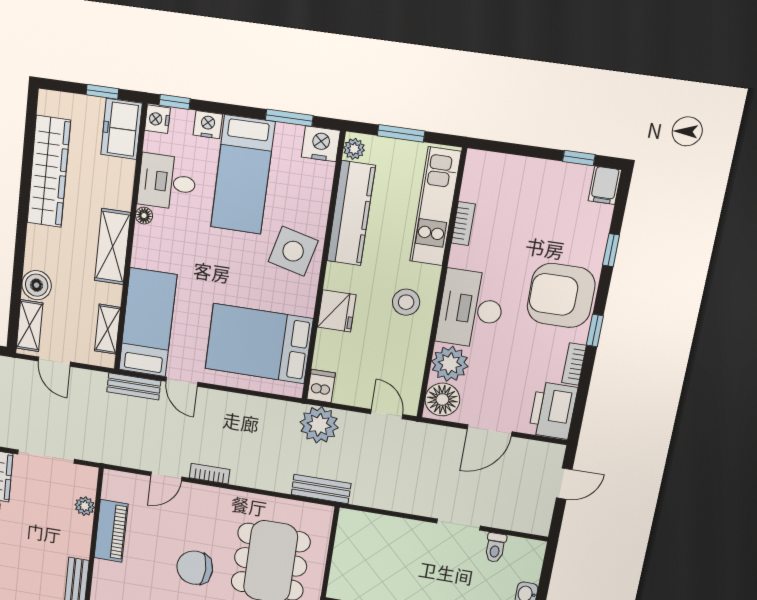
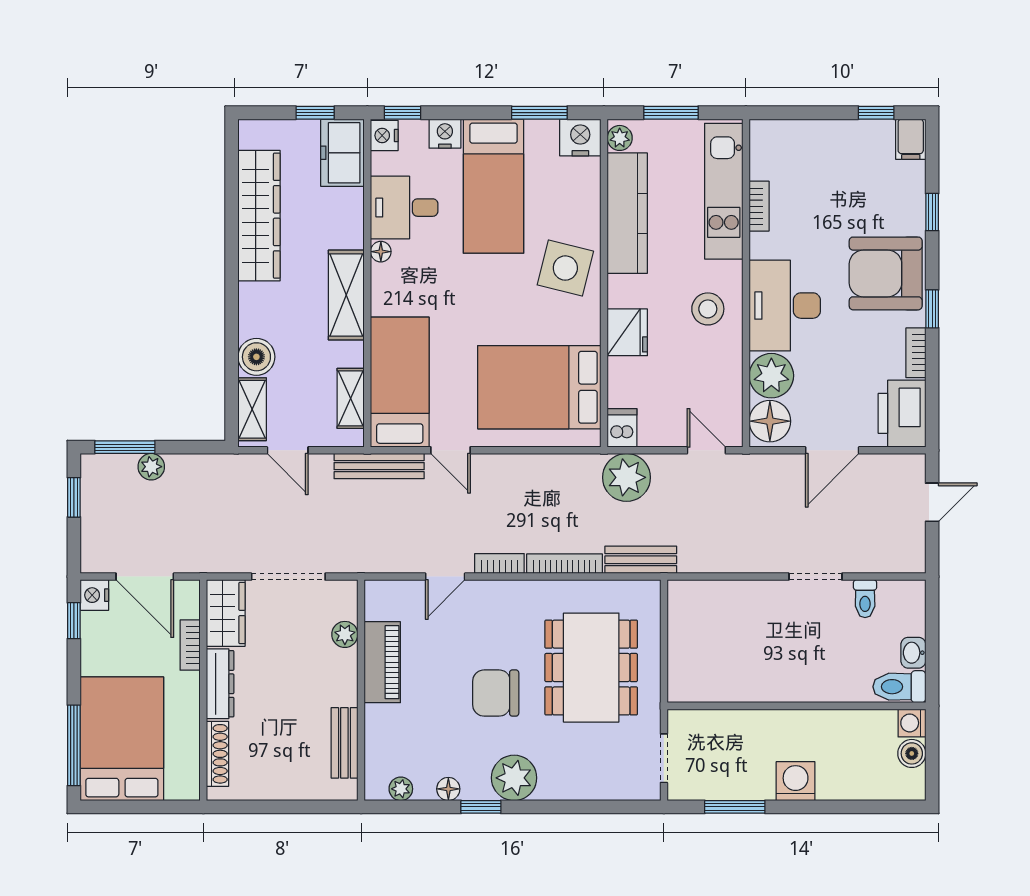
bench: (134, 386) -> (379, 466), width x1.36
bookcase: (261, 482) -> (565, 564), added

